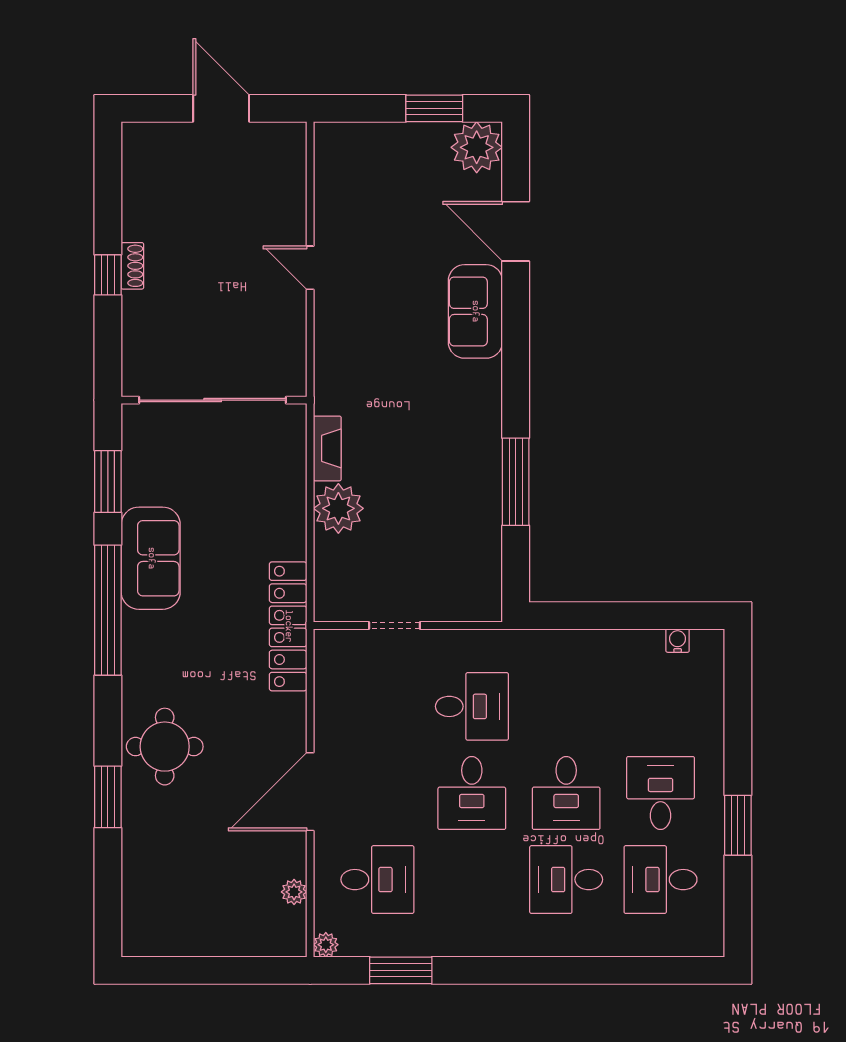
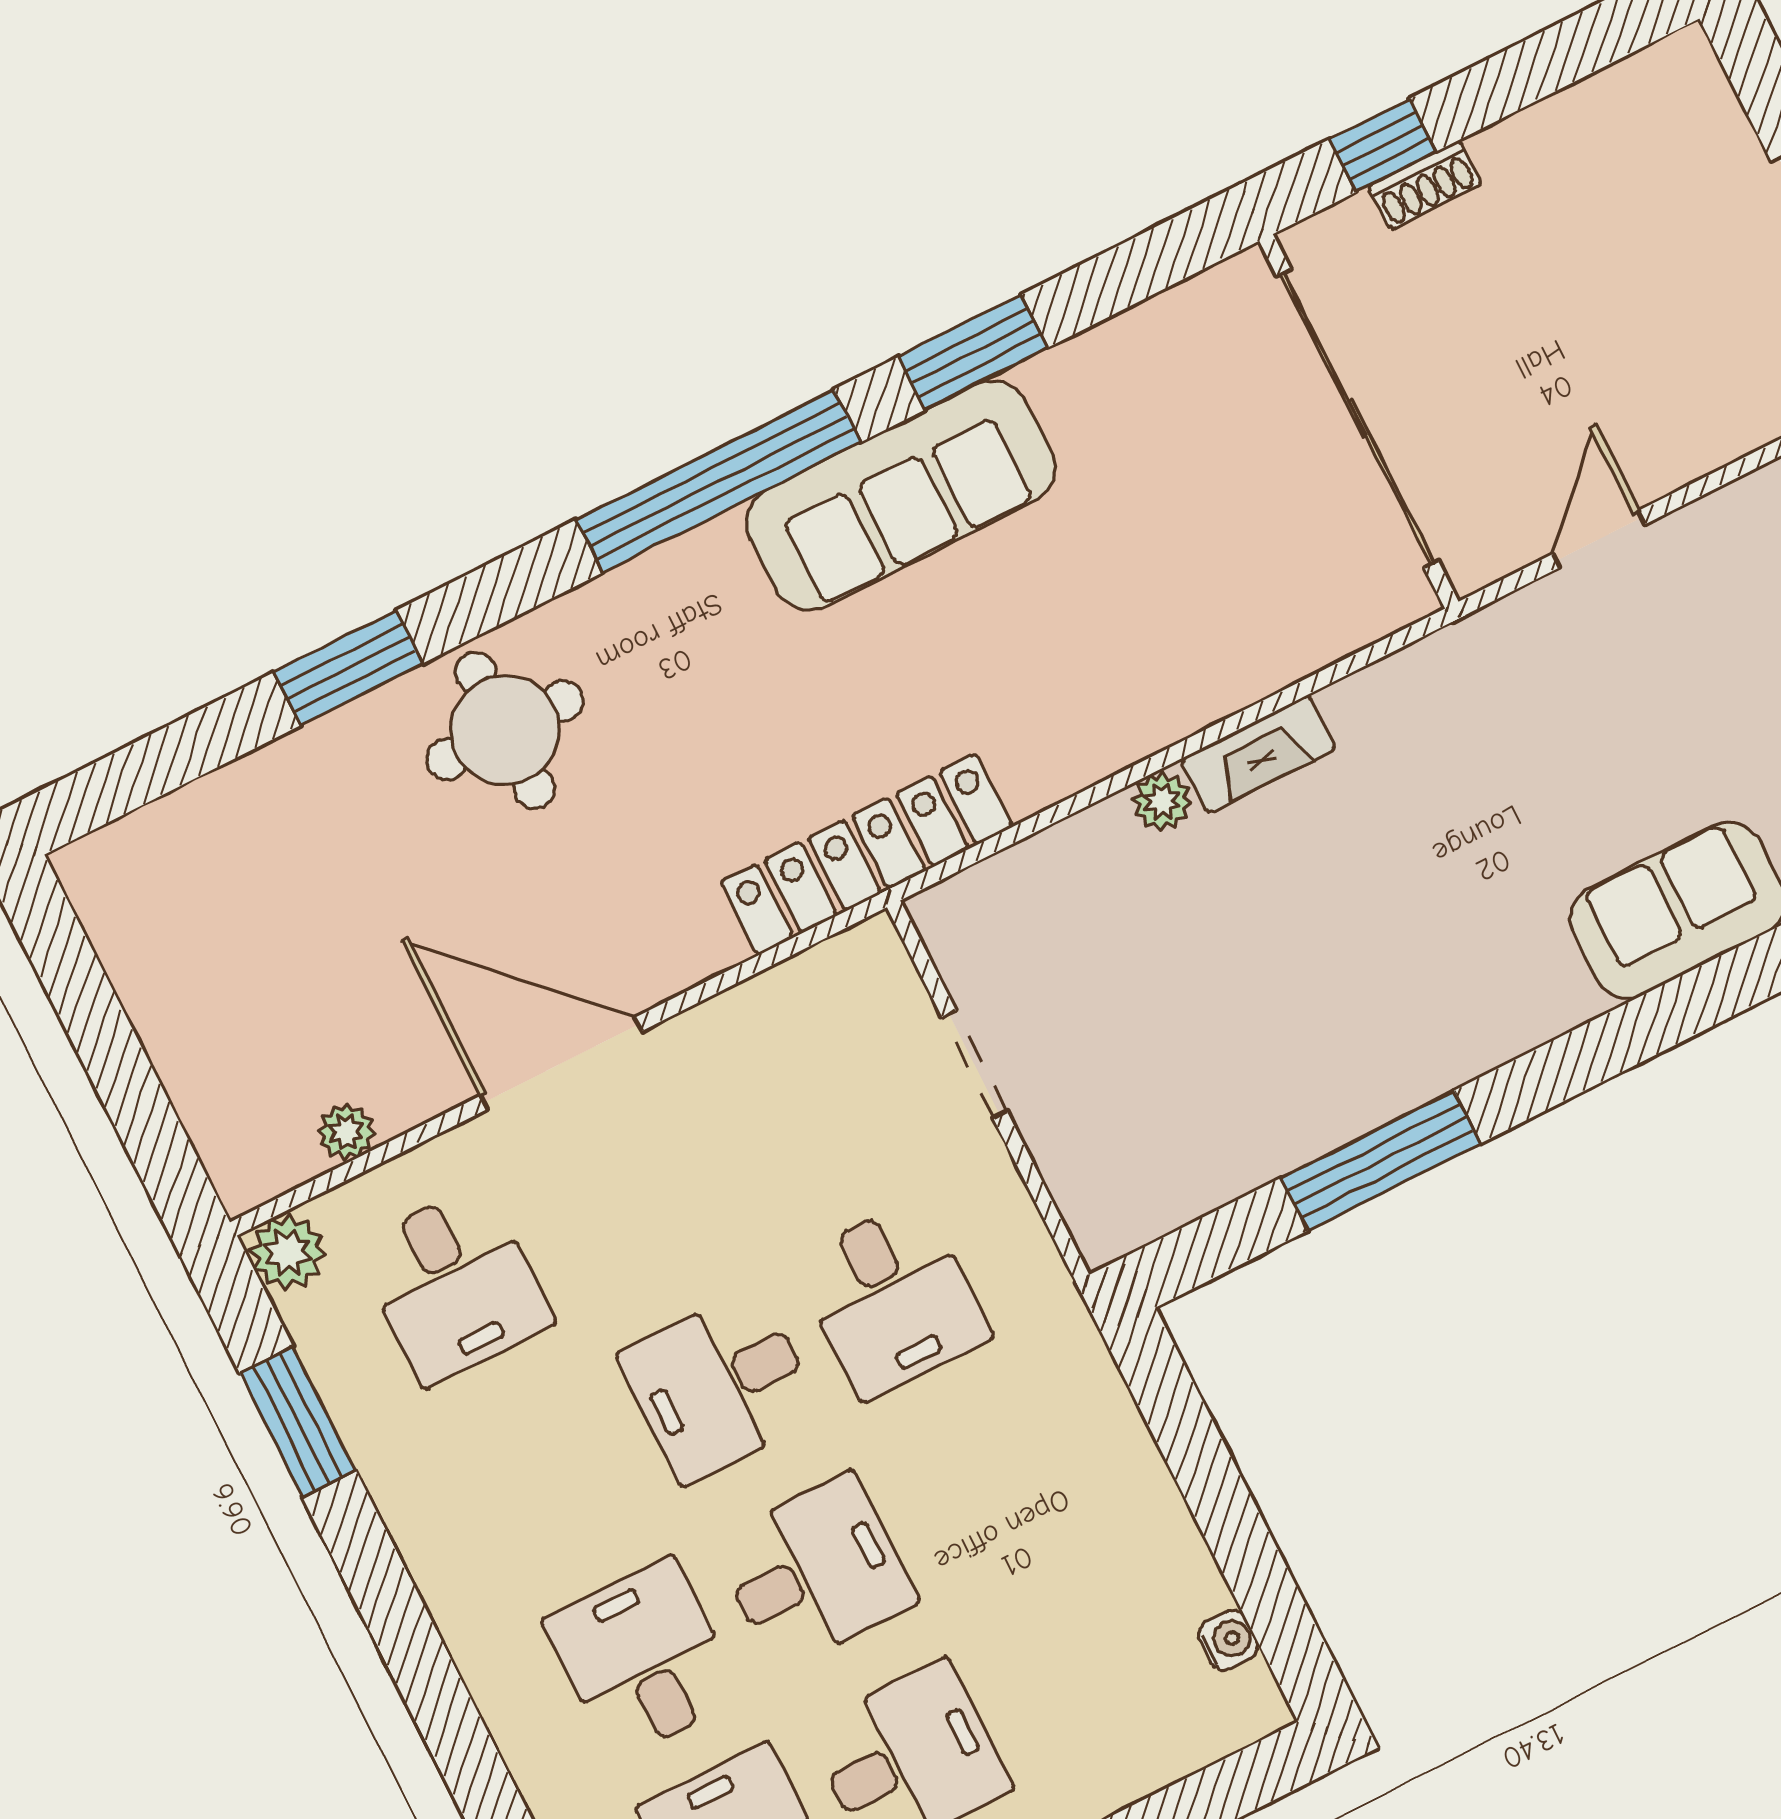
sliding door: (213, 400) -> (1358, 419), moved
wall: (214, 400) -> (1359, 421), moved
plant: (338, 508) -> (1162, 801), width x0.53, depth x0.53
sofa: (151, 558) -> (901, 495), width x1.36
desk: (566, 793) -> (815, 1572), turned 180
plant: (326, 945) -> (287, 1252), width x1.38, depth x1.38

